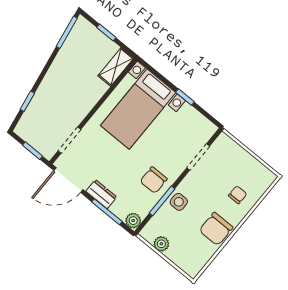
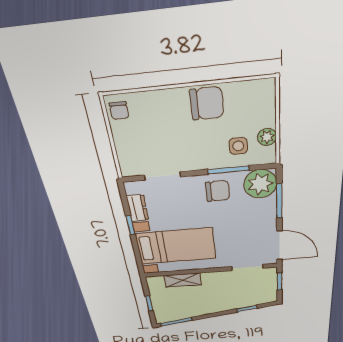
shelving: (116, 67) -> (183, 280), moved
dresser: (101, 194) -> (137, 208), moved, turned 180
chair: (238, 195) -> (119, 110), moved, turned -90
side table: (179, 202) -> (238, 146), moved
plant: (133, 221) -> (260, 184), width x1.87, depth x1.87

